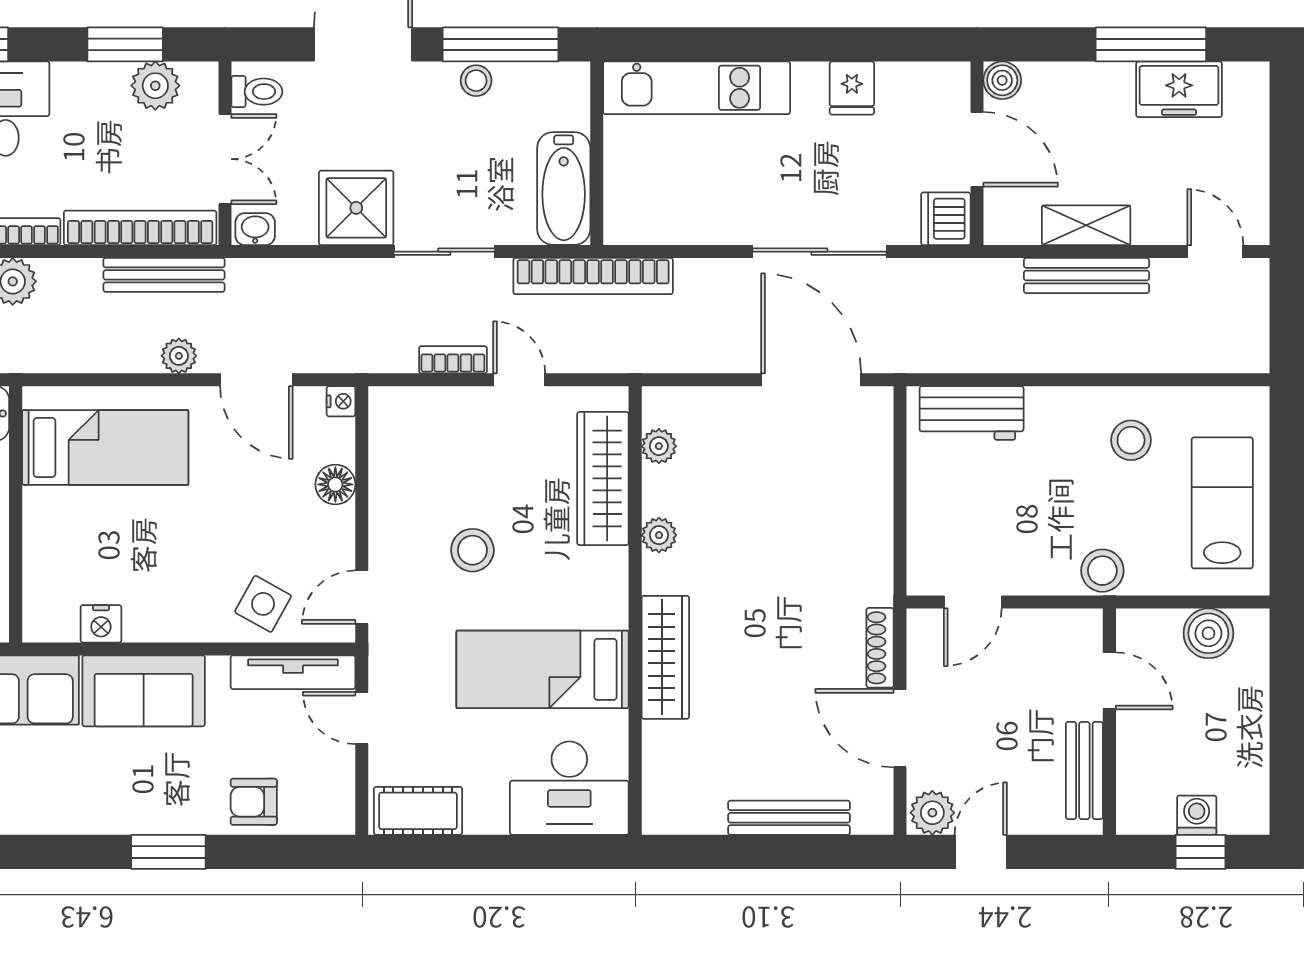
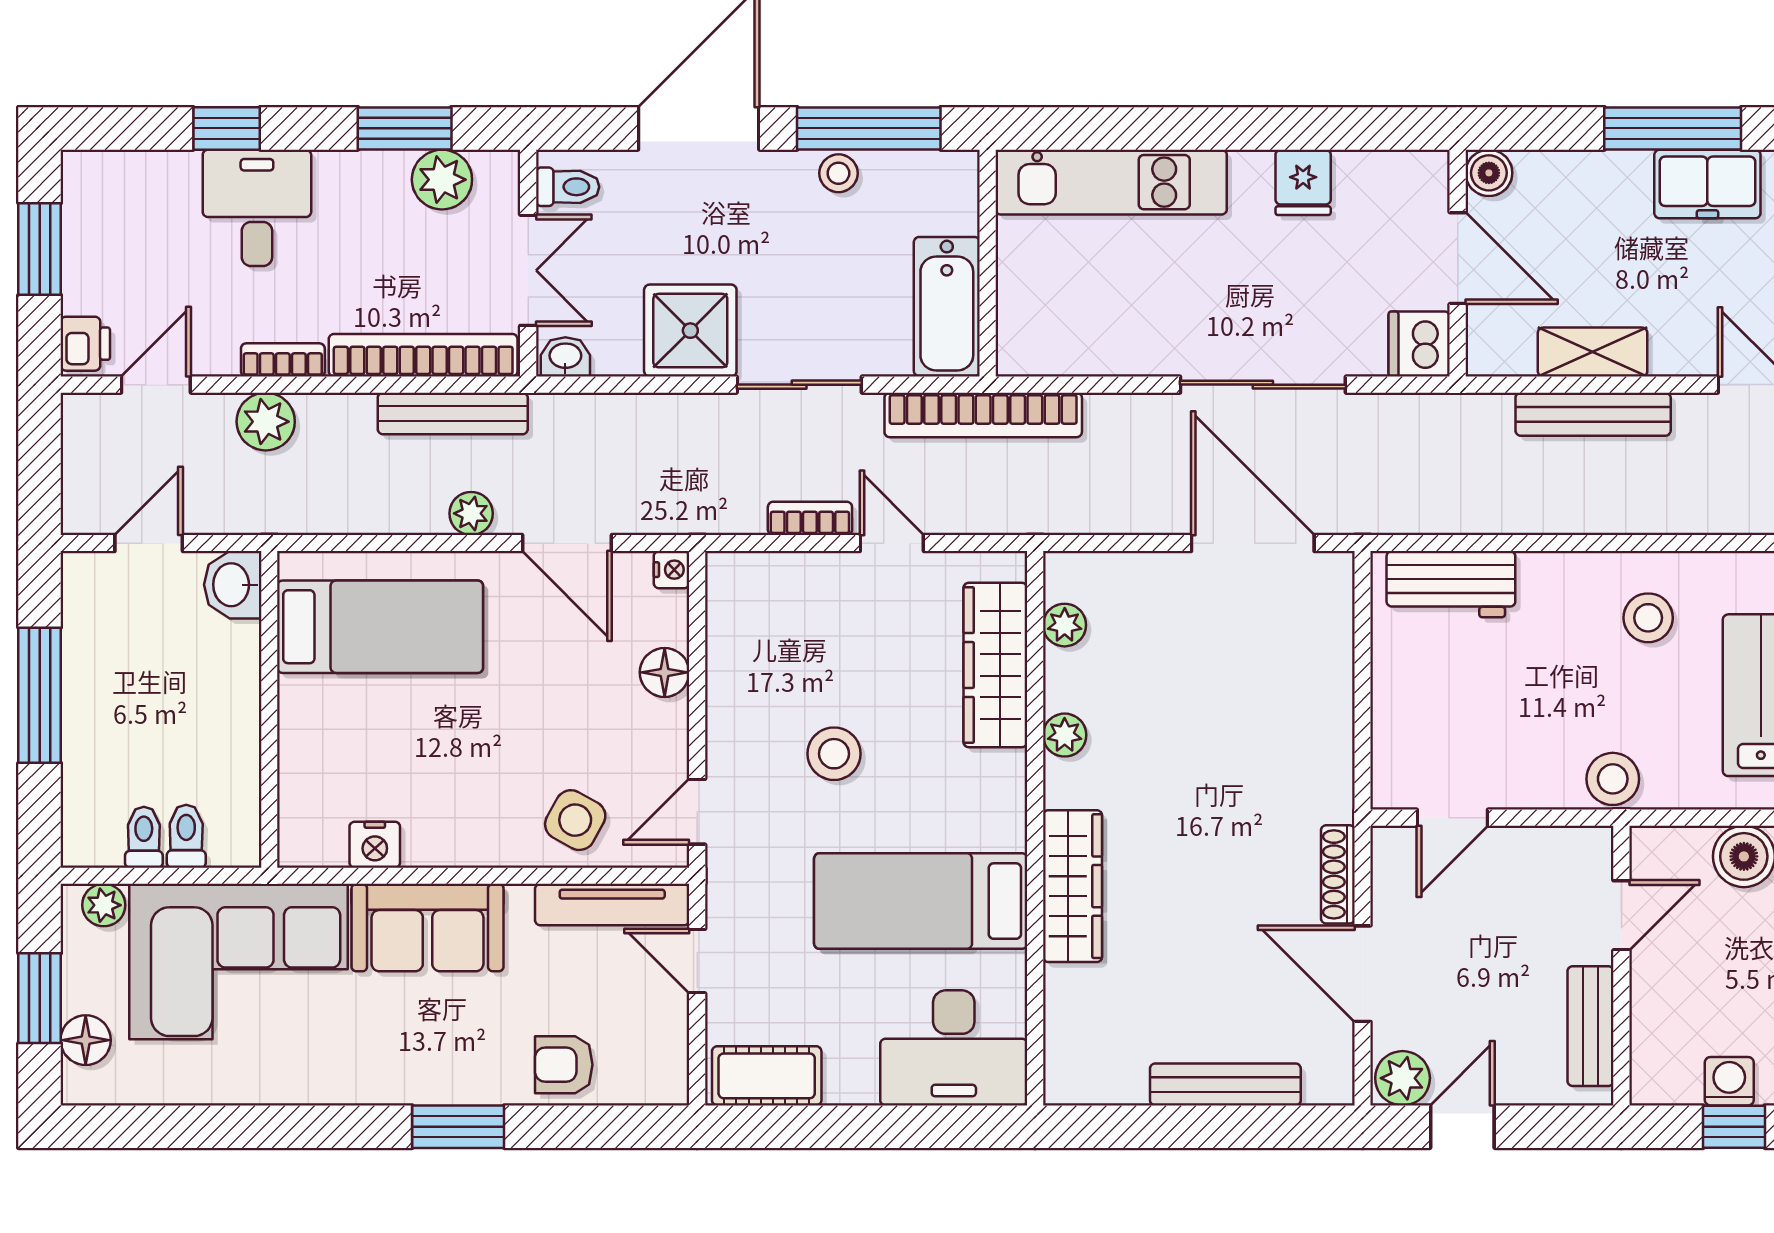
door: (1109, 681) -> (1621, 915), hinge flipped

